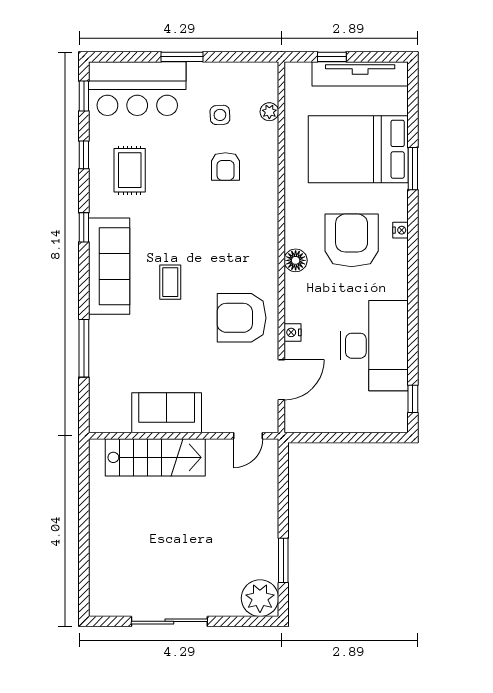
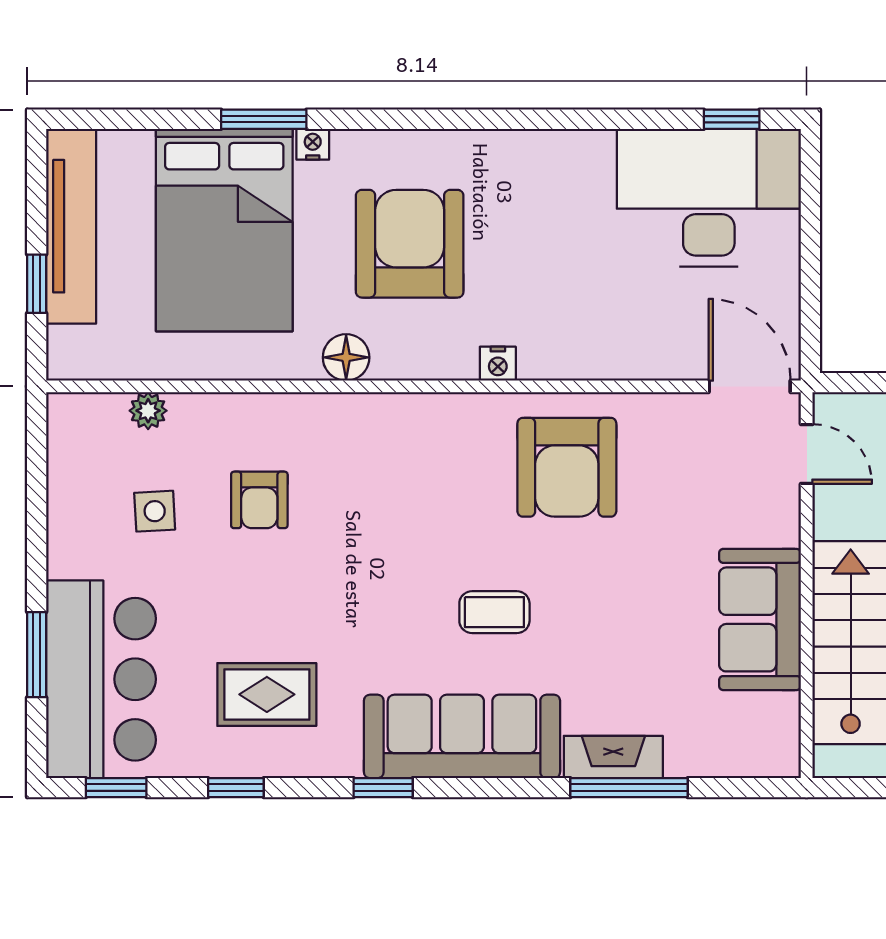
window: (182, 57) -> (37, 655), moved
armchair: (225, 166) -> (259, 500), turned 90
nightstand: (401, 230) -> (313, 144), moved
armchair: (352, 240) -> (410, 244), turned 90
floor lamp: (296, 260) -> (346, 357), moved
nightstand: (293, 332) -> (498, 364), moved
fireplace: (99, 341) -> (613, 757), added
desk: (374, 346) -> (709, 198), moved
door: (281, 380) -> (750, 386), moved

